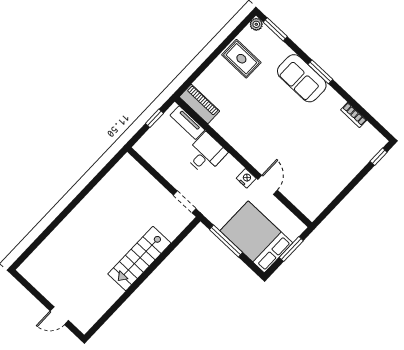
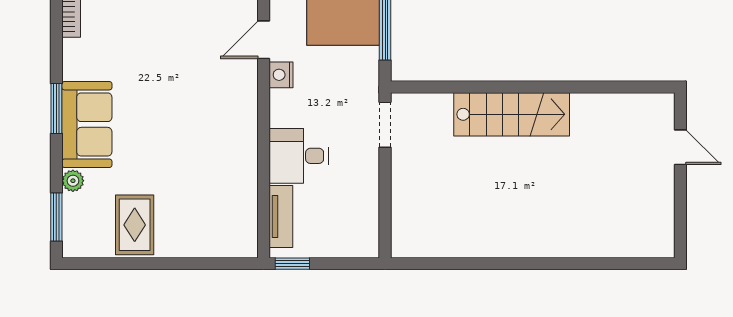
plant: (256, 24) -> (73, 181), moved
piano: (199, 104) -> (243, 224), removed
window: (154, 118) -> (292, 264), moved

